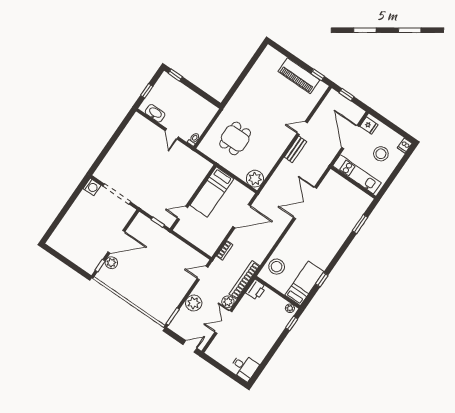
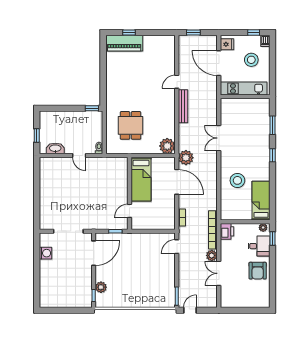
window: (175, 75) -> (92, 108), moved
window: (318, 75) -> (129, 32), moved
piano: (299, 76) -> (124, 43), moved
window: (399, 131) -> (254, 32), added
bench: (296, 149) -> (183, 106), width x1.36
washing machine: (92, 187) -> (46, 253), moved
double door: (305, 203) -> (219, 138), width x0.73
door: (242, 216) -> (177, 182), hinge flipped
door: (116, 242) -> (94, 253), moved
stool: (277, 267) -> (237, 180), moved
window: (322, 280) -> (272, 155), moved
plant: (194, 303) -> (186, 158), moved
armchair: (259, 343) -> (258, 271), added
door: (190, 346) -> (190, 310), moved
desk: (244, 367) -> (259, 246), moved

